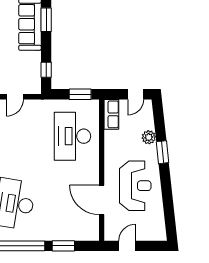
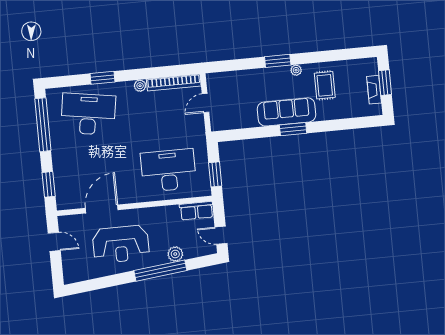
window: (46, 70) -> (238, 134), removed
door: (15, 97) -> (205, 103), hinge flipped
window: (162, 152) -> (160, 271), width x2.11
window: (63, 246) -> (49, 184), moved

